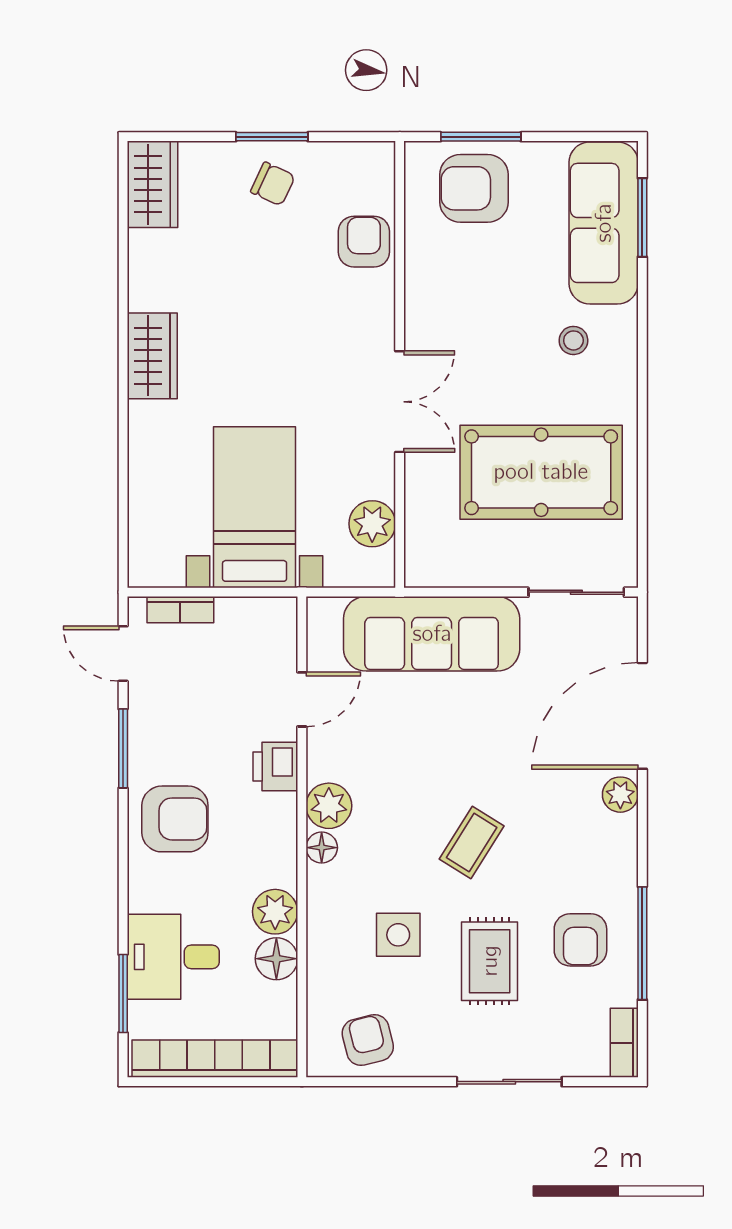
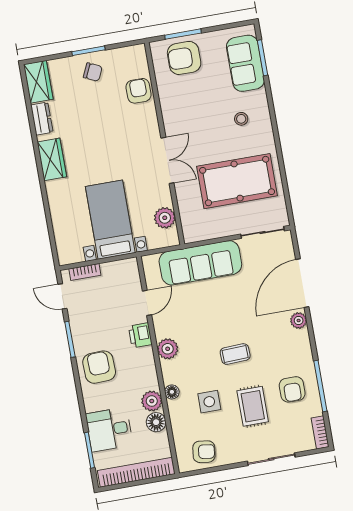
sofa: (604, 223) -> (245, 63), width x0.73
dresser: (146, 265) -> (42, 119), added
armchair: (175, 819) -> (99, 367), turned -92
coffee table: (472, 842) -> (235, 354), turned 56
floor lamp: (322, 848) -> (172, 392), moved
armchair: (368, 1040) -> (204, 452), turned 112

